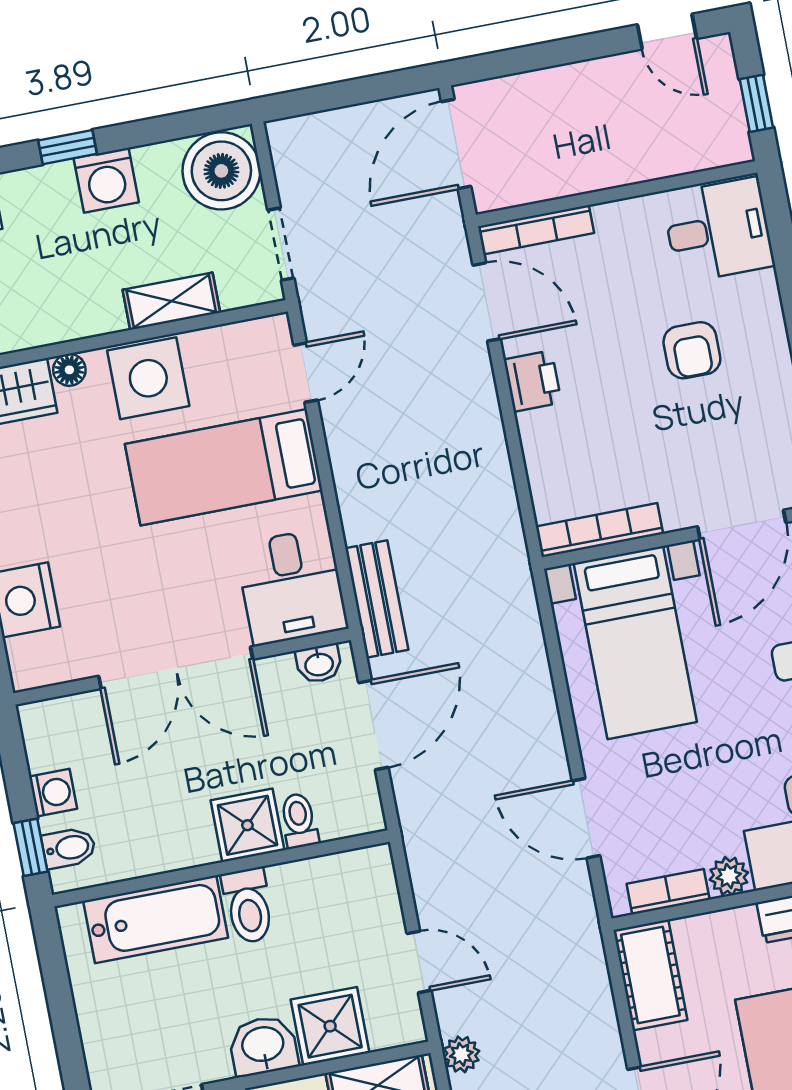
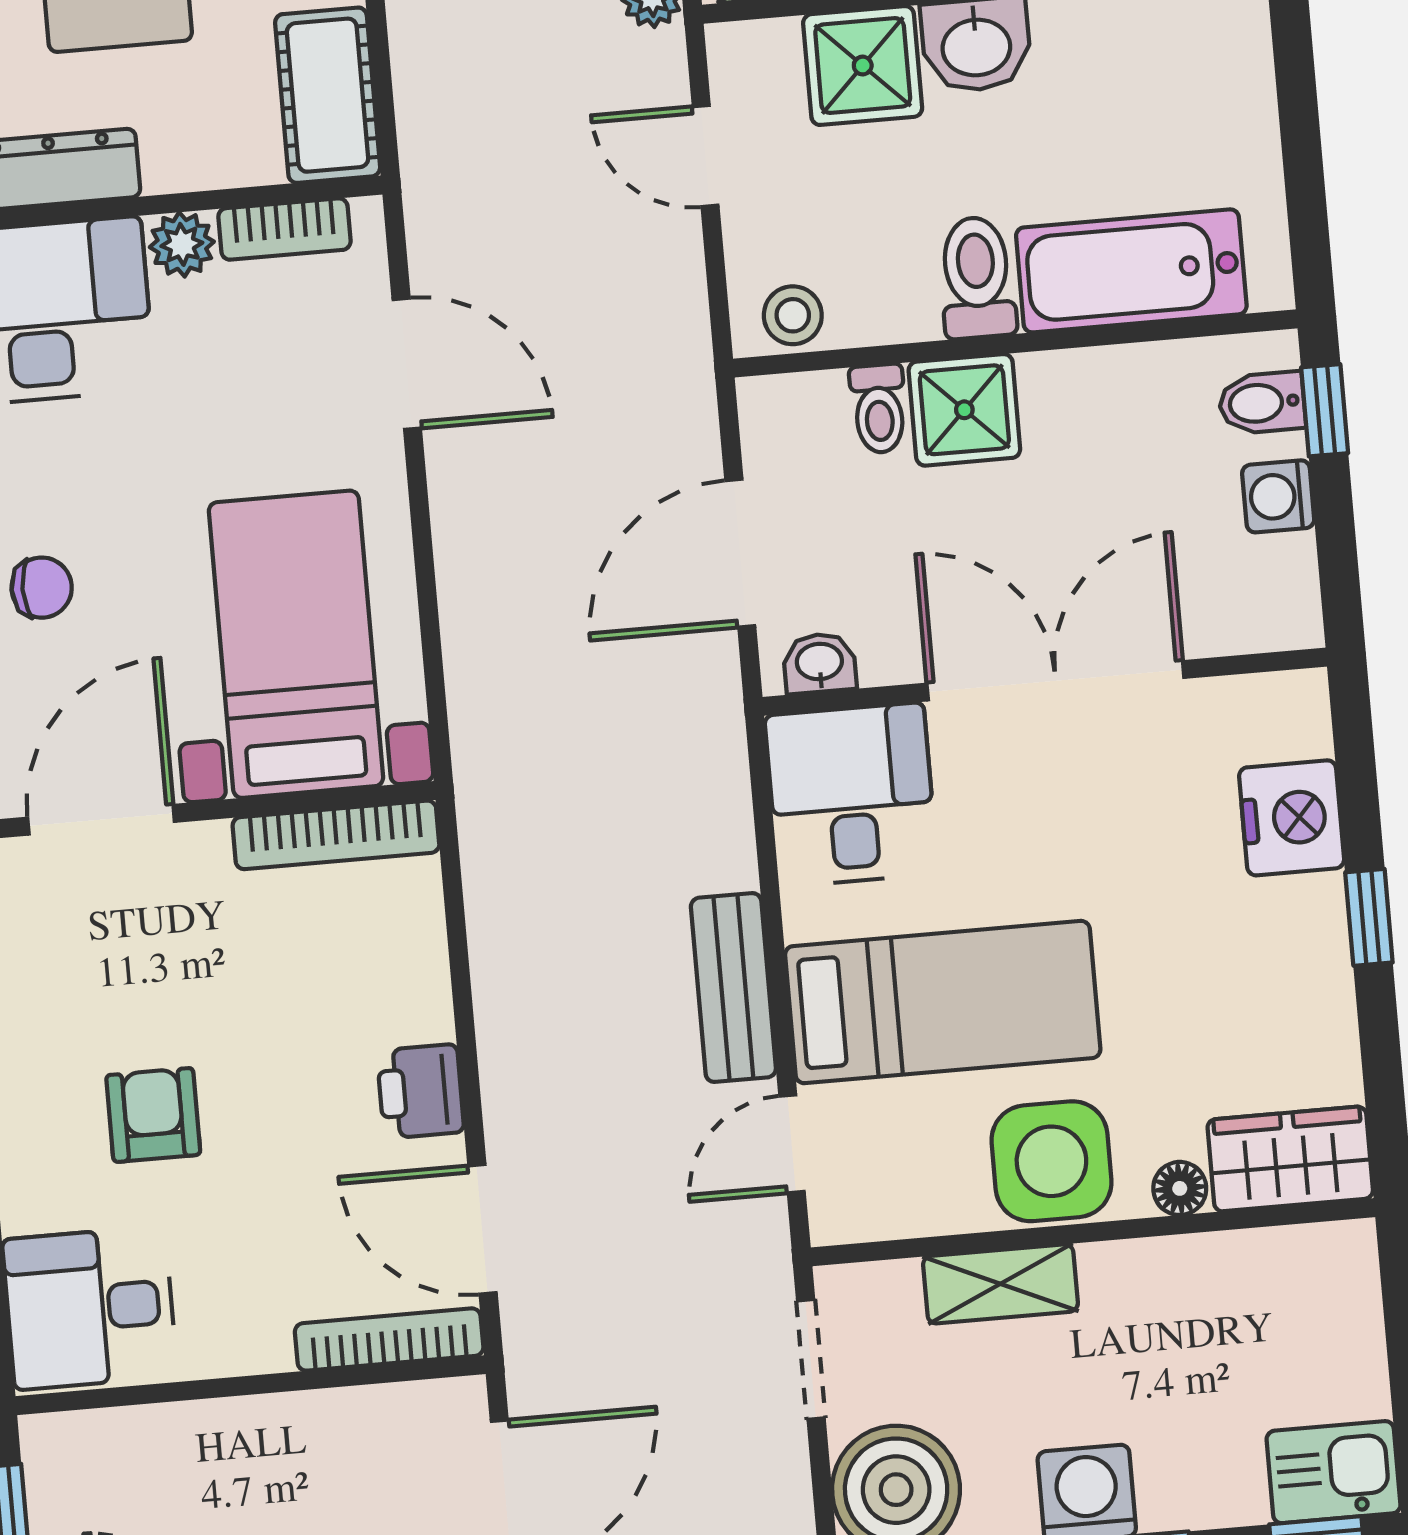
bench: (377, 599) -> (733, 988), moved
stool: (357, 871) -> (793, 315), added

